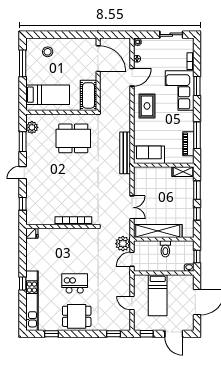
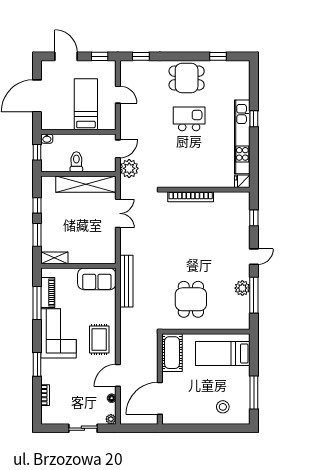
sliding door: (171, 35) -> (83, 428), moved
door: (98, 59) -> (160, 398), hinge flipped
corner sofa: (180, 90) -> (59, 333), moved
plant: (32, 127) -> (242, 288), moved
dining table: (73, 138) -> (191, 299), width x0.73
window: (23, 142) -> (254, 295), width x1.44
double door: (132, 207) -> (118, 213), swing flipped
kitchen island: (75, 283) -> (189, 119), turned 180
kitchen unit: (32, 301) -> (242, 137), moved

